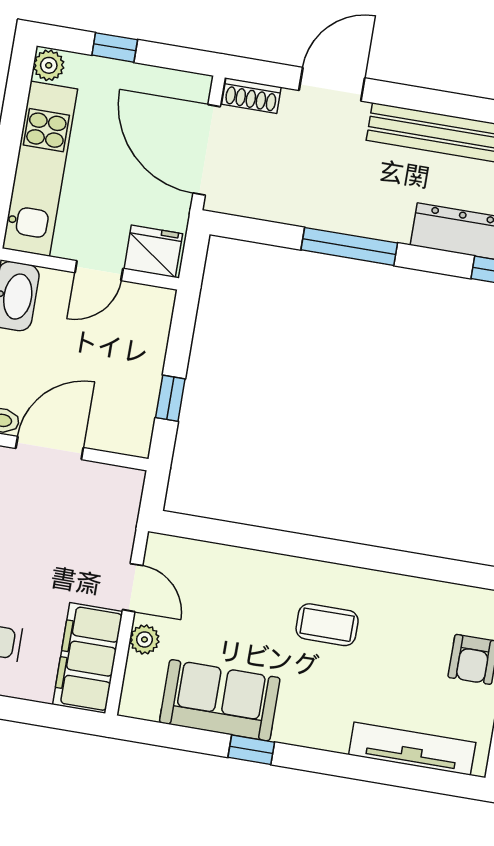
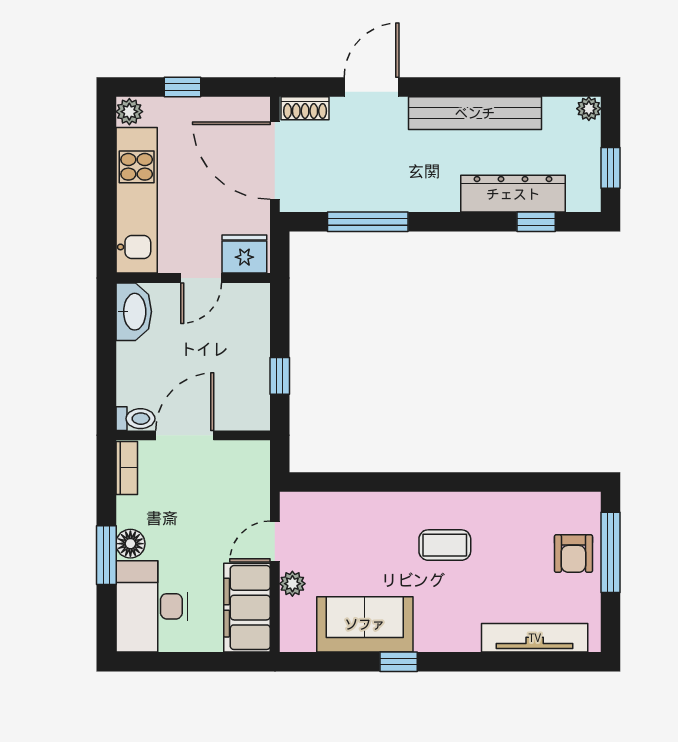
window: (349, 246) -> (368, 222), moved
door: (133, 588) -> (275, 542), swing flipped

